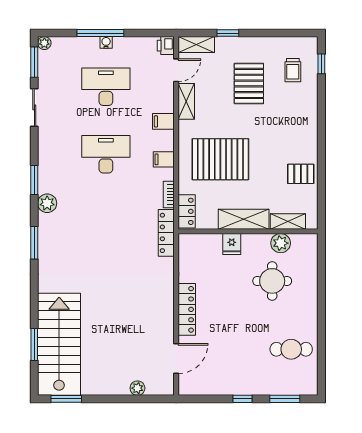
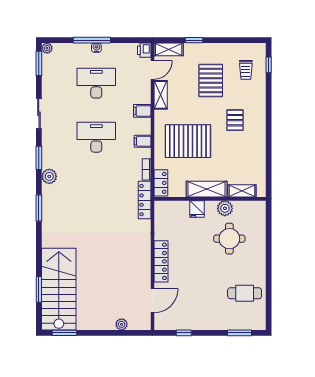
sliding door: (34, 107) -> (39, 114), moved
pallet: (301, 174) -> (235, 120), moved, turned 90
plant: (281, 243) -> (225, 208), moved
window: (242, 399) -> (184, 333), moved

